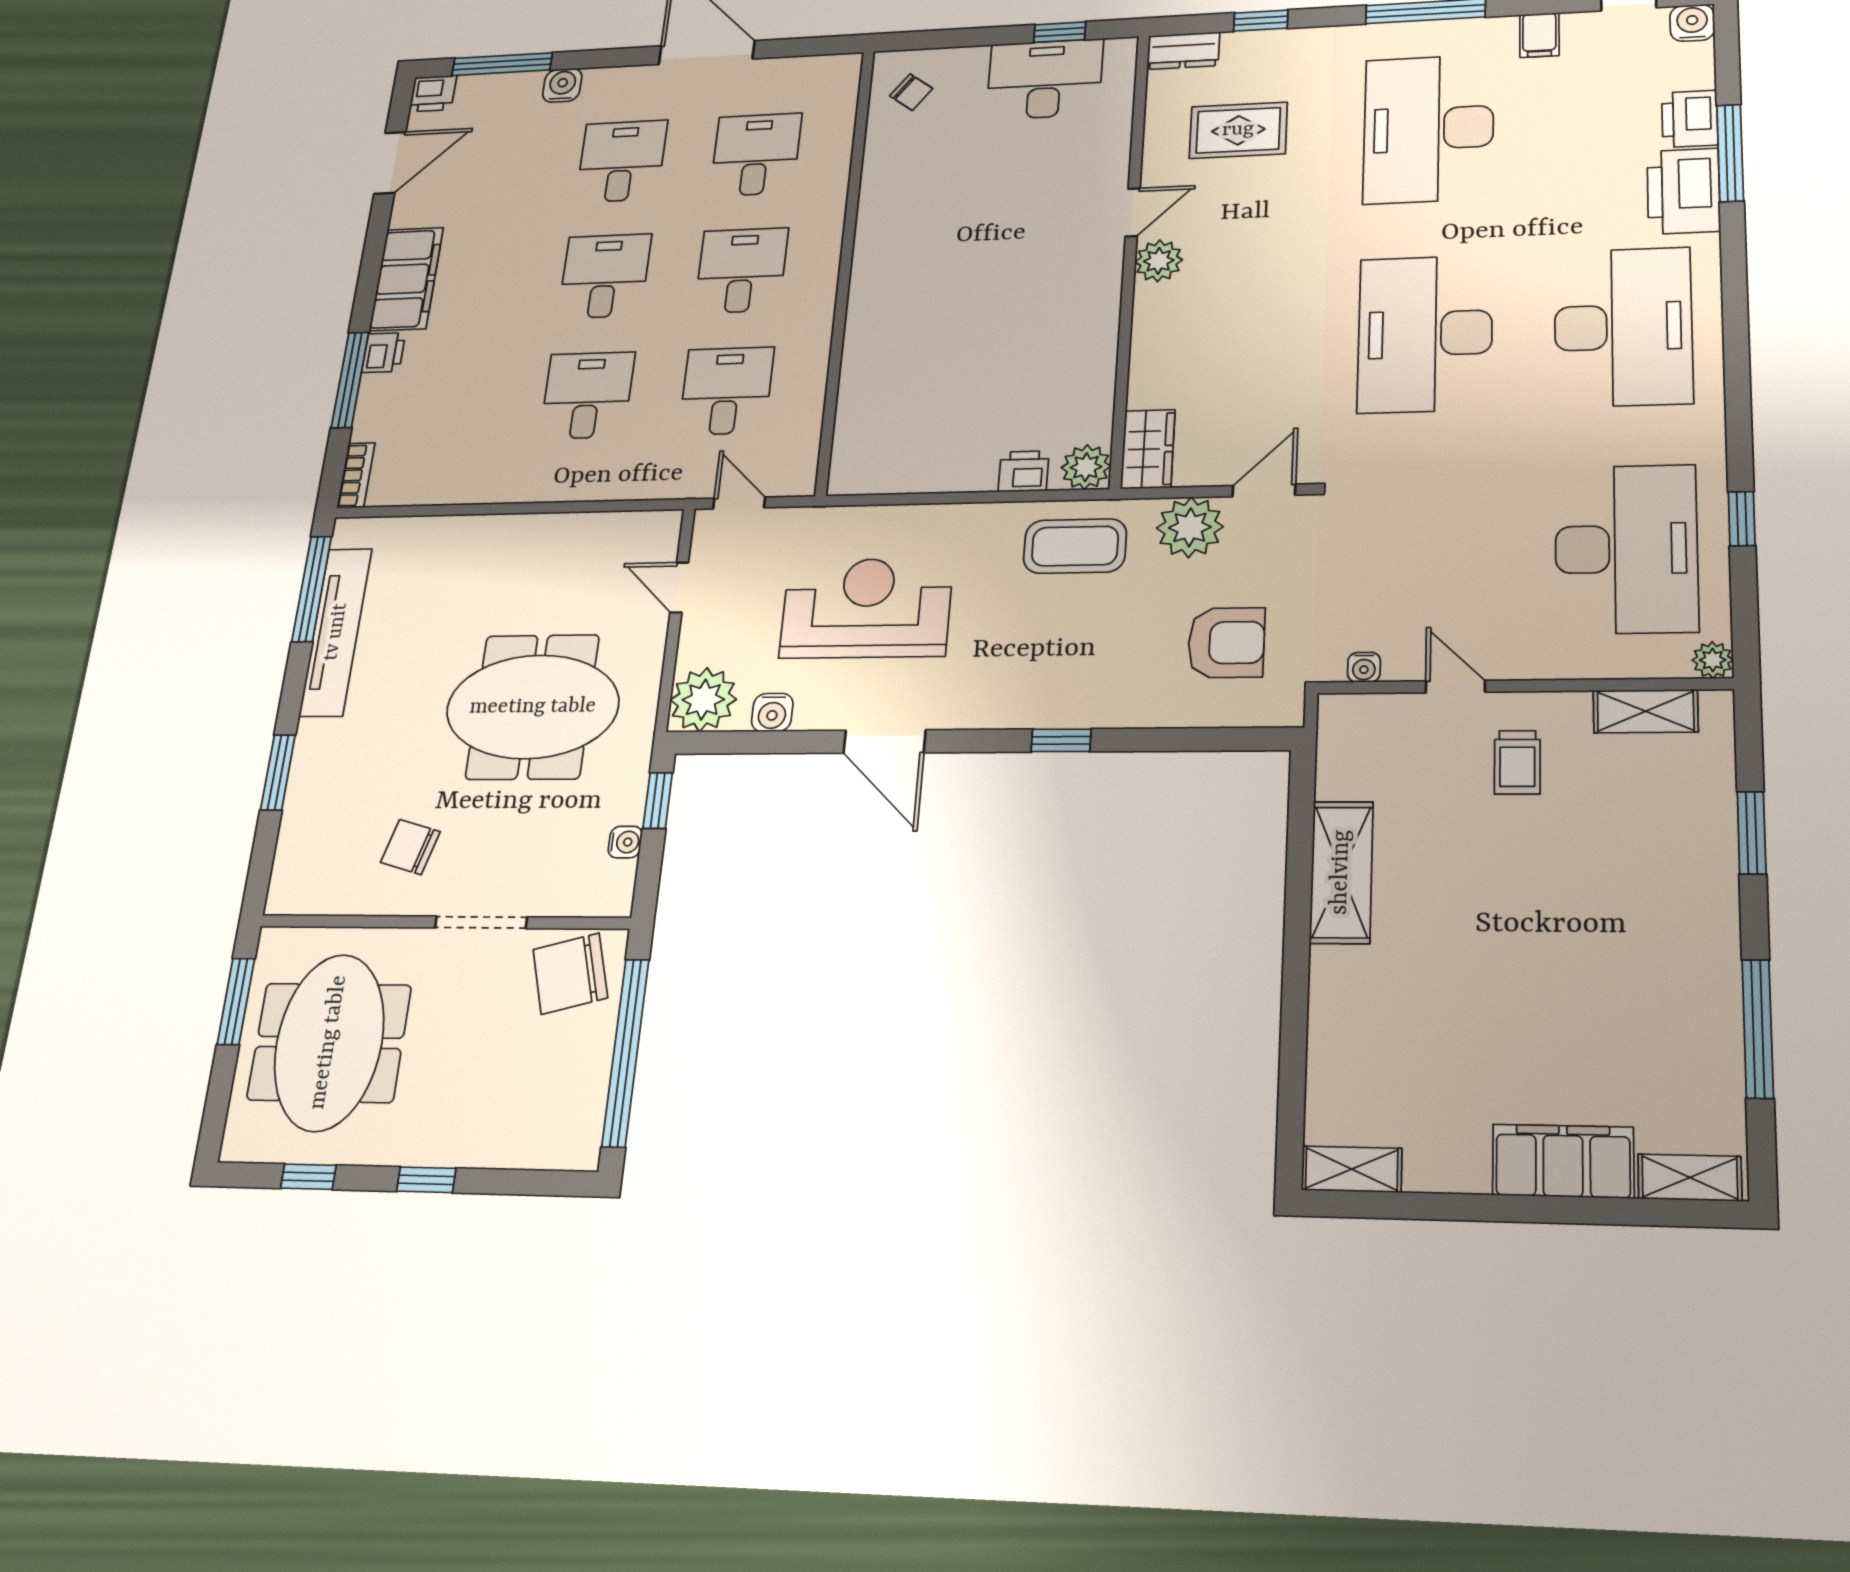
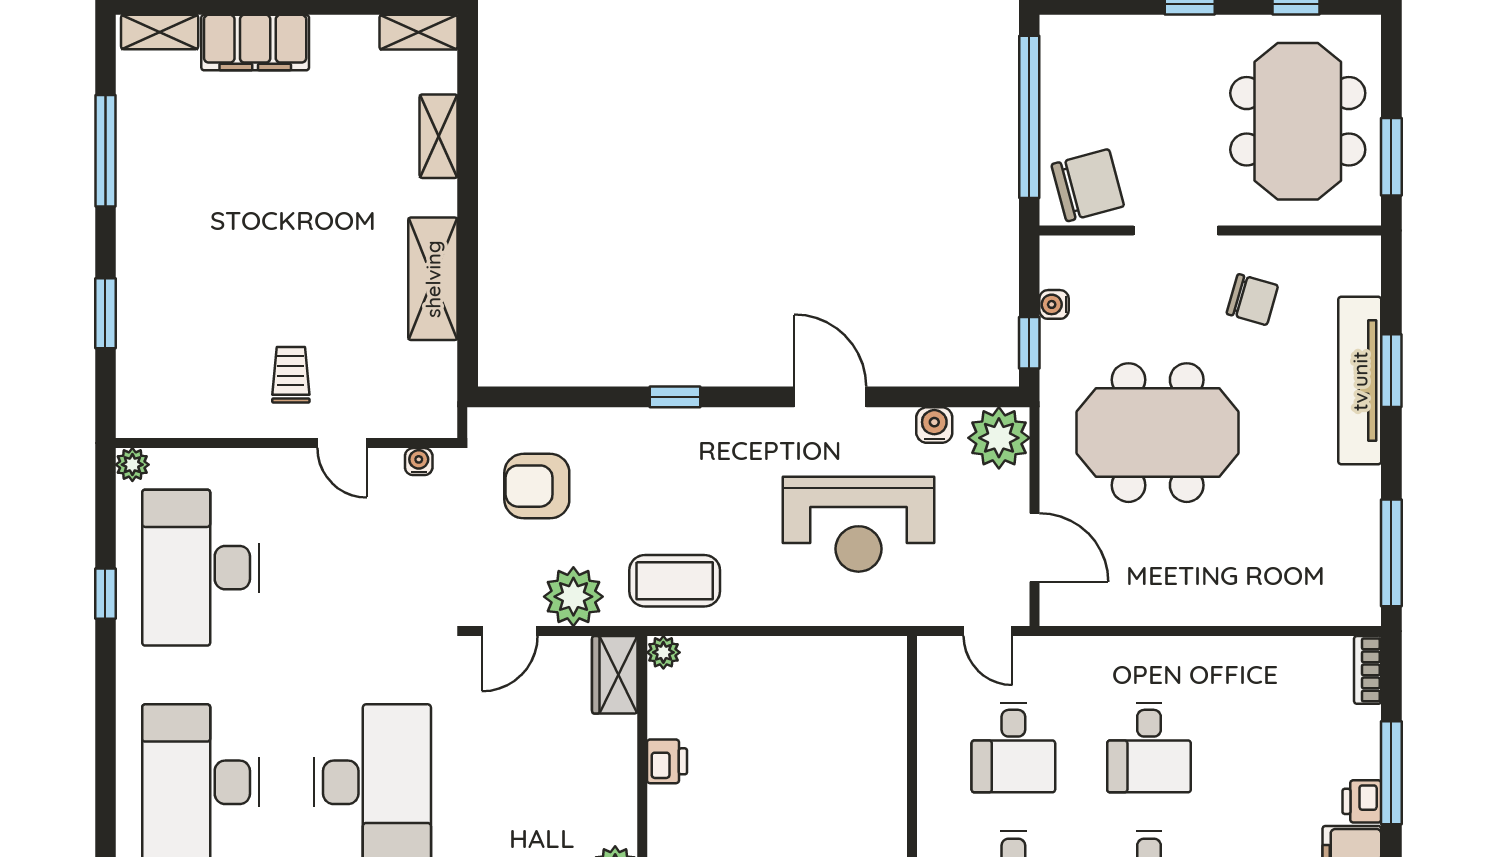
plant: (1086, 467) -> (663, 652), width x0.73, depth x0.73
printer: (1024, 471) -> (667, 761), moved, turned -90
door: (679, 587) -> (1035, 547), width x1.38
tv unit: (336, 632) -> (1360, 381), moved
shelving: (1646, 711) -> (439, 136), moved, turned 90

